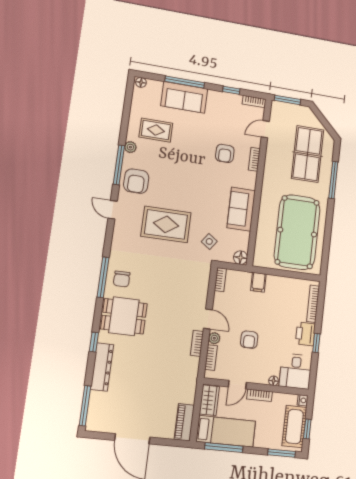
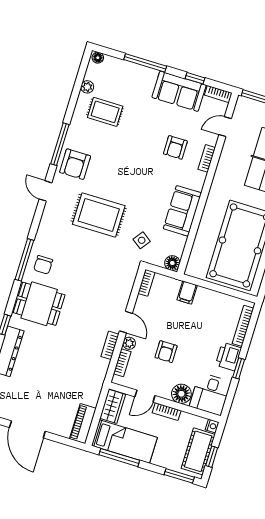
sofa: (184, 97) -> (179, 91), moved
plant: (130, 147) -> (87, 87), moved
floor lamp: (274, 381) -> (181, 394), width x1.89, depth x1.89

